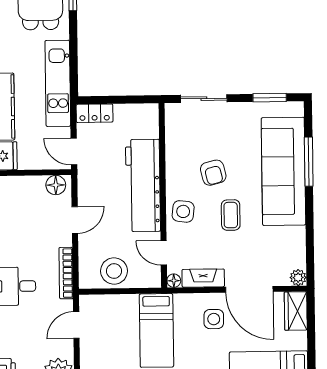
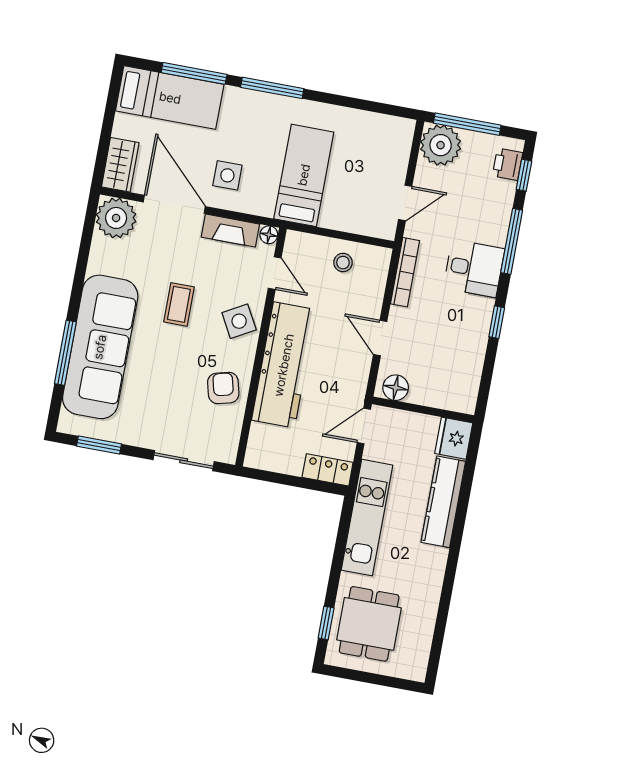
door: (74, 152) -> (364, 426), swing flipped
armchair: (213, 173) -> (223, 388), moved
side table: (183, 211) -> (239, 321), turned -36
door: (75, 220) -> (380, 338), hinge flipped
stool: (114, 271) -> (343, 263), width x0.53, depth x0.53
plant: (298, 278) -> (116, 218), width x1.87, depth x1.87

